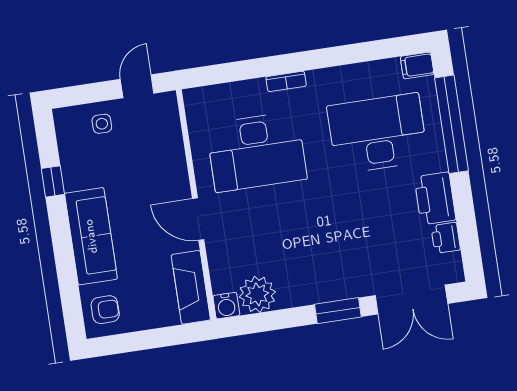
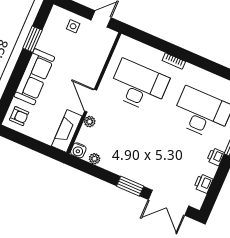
desk: (256, 152) -> (139, 86), turned 180
window: (53, 181) -> (32, 39), width x1.50
printer: (435, 198) -> (216, 157), width x0.53, depth x0.68
plant: (216, 252) -> (90, 122), added
plant: (257, 294) -> (95, 159), width x0.53, depth x0.53

